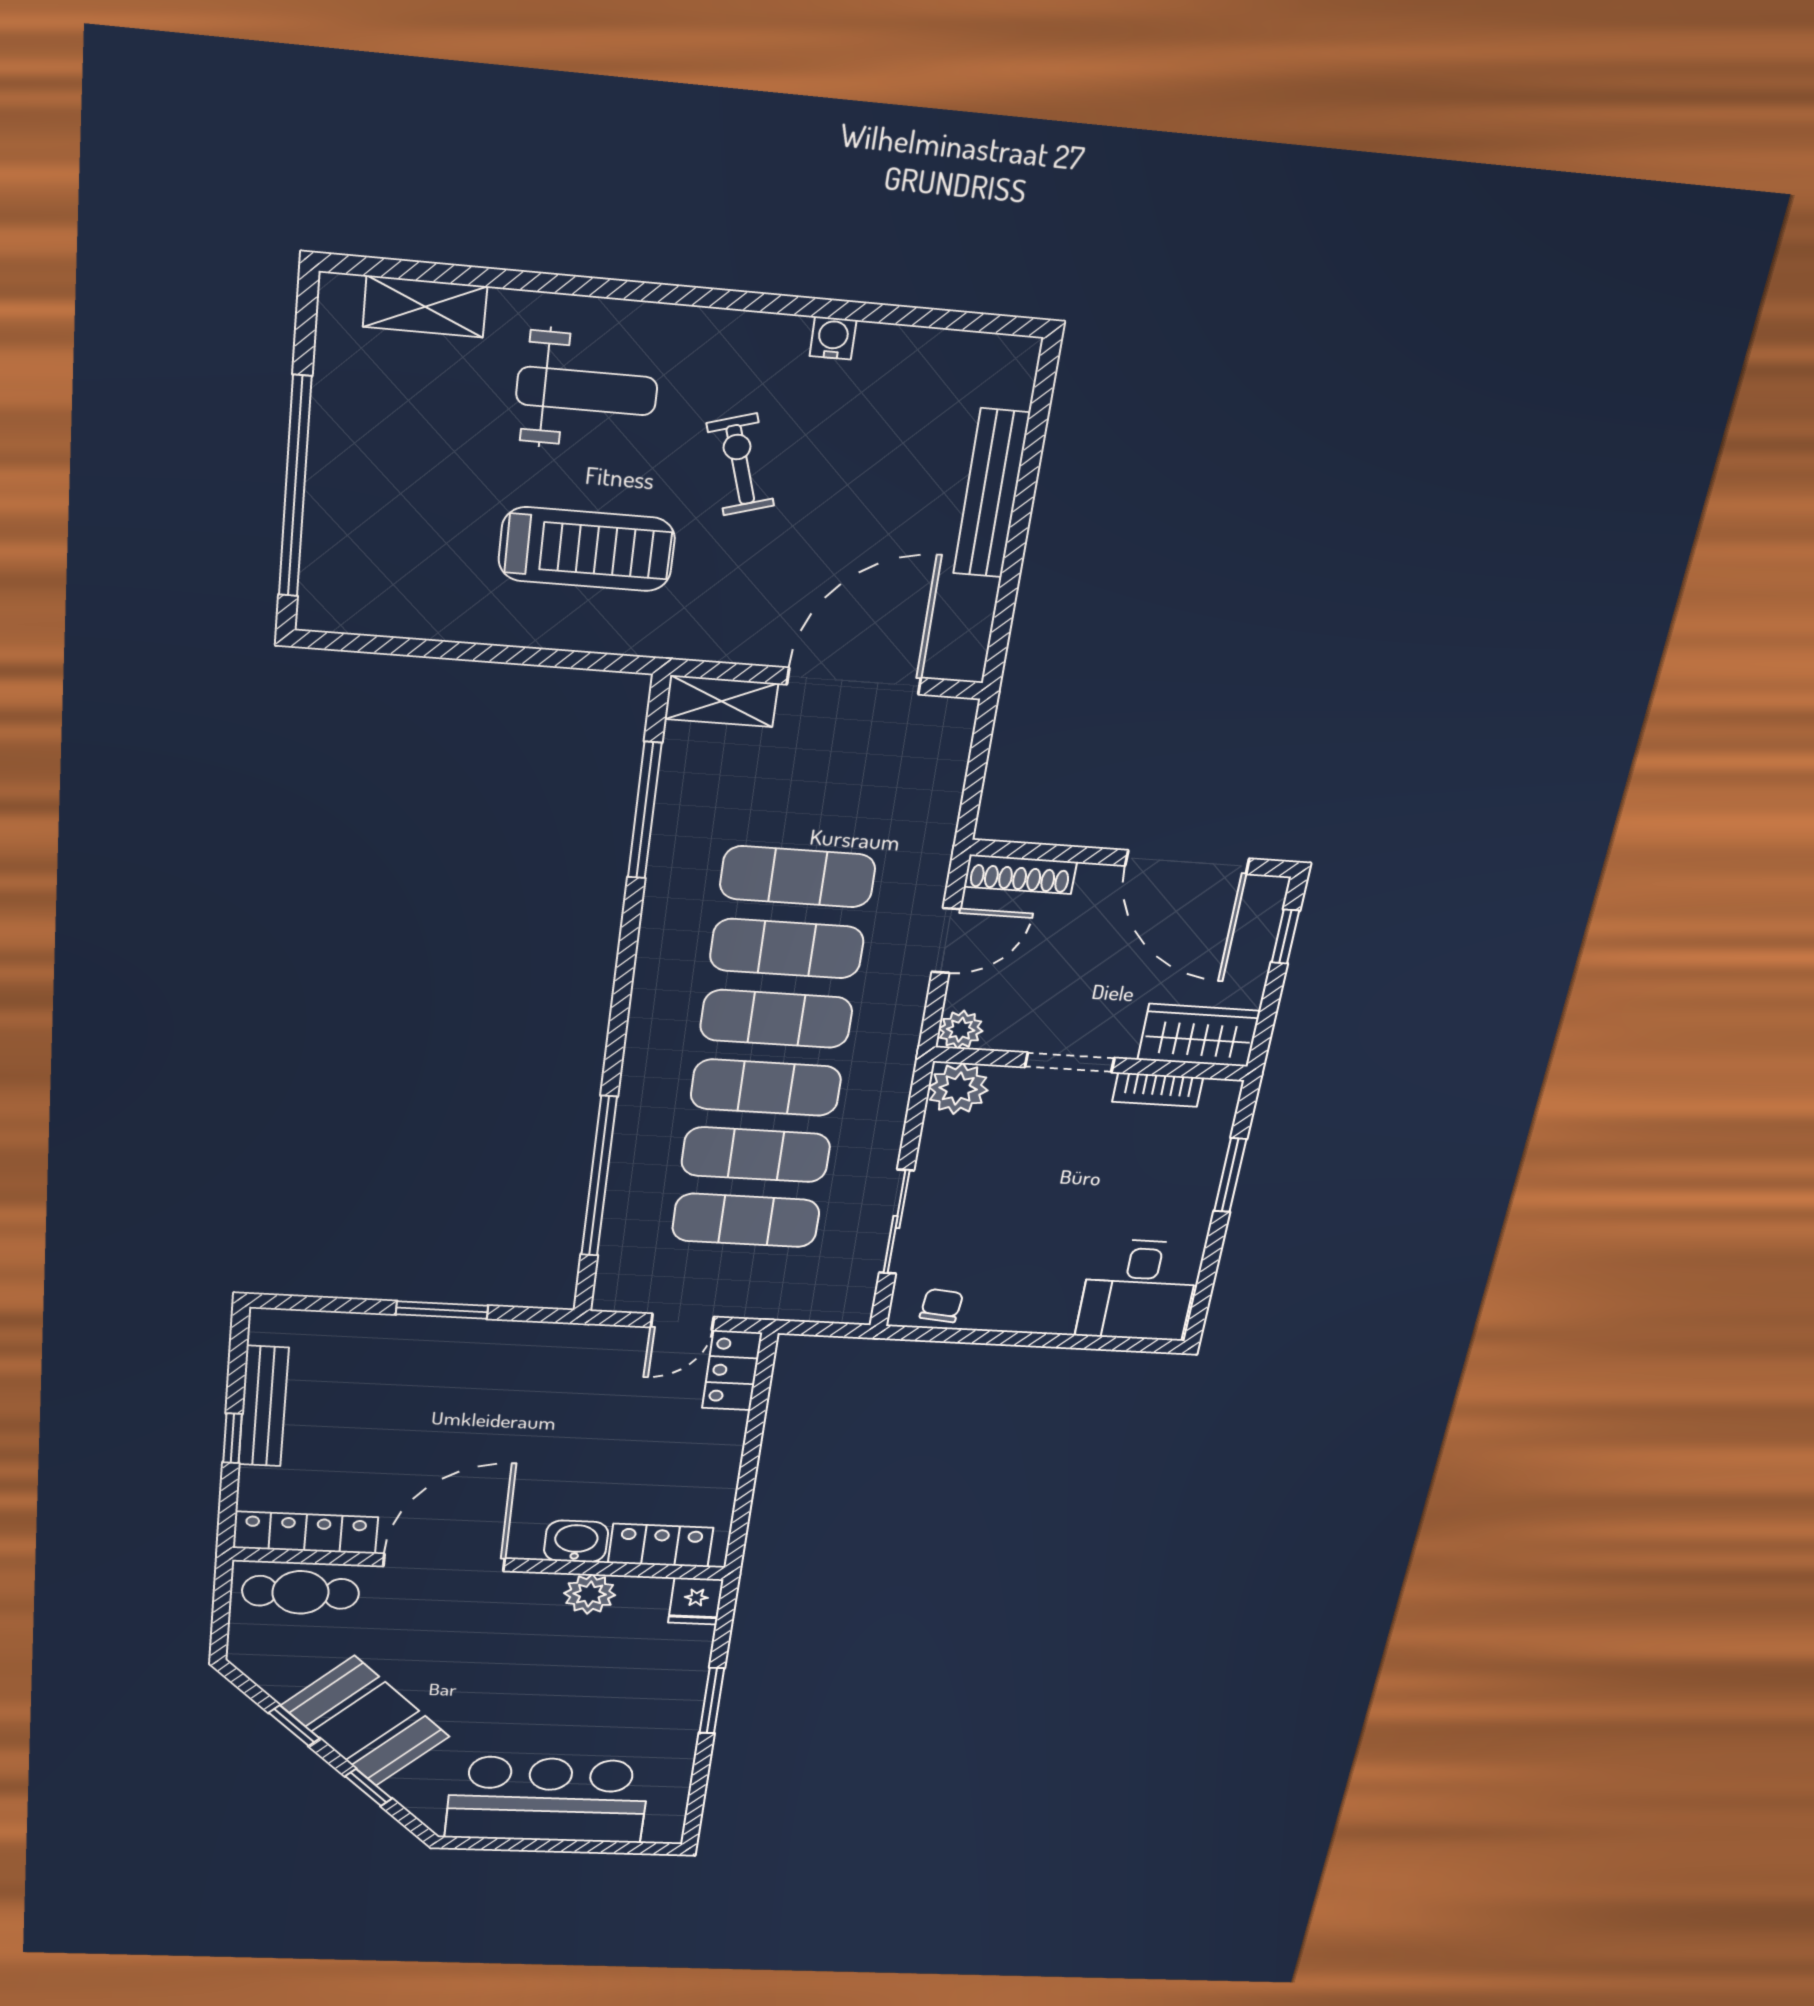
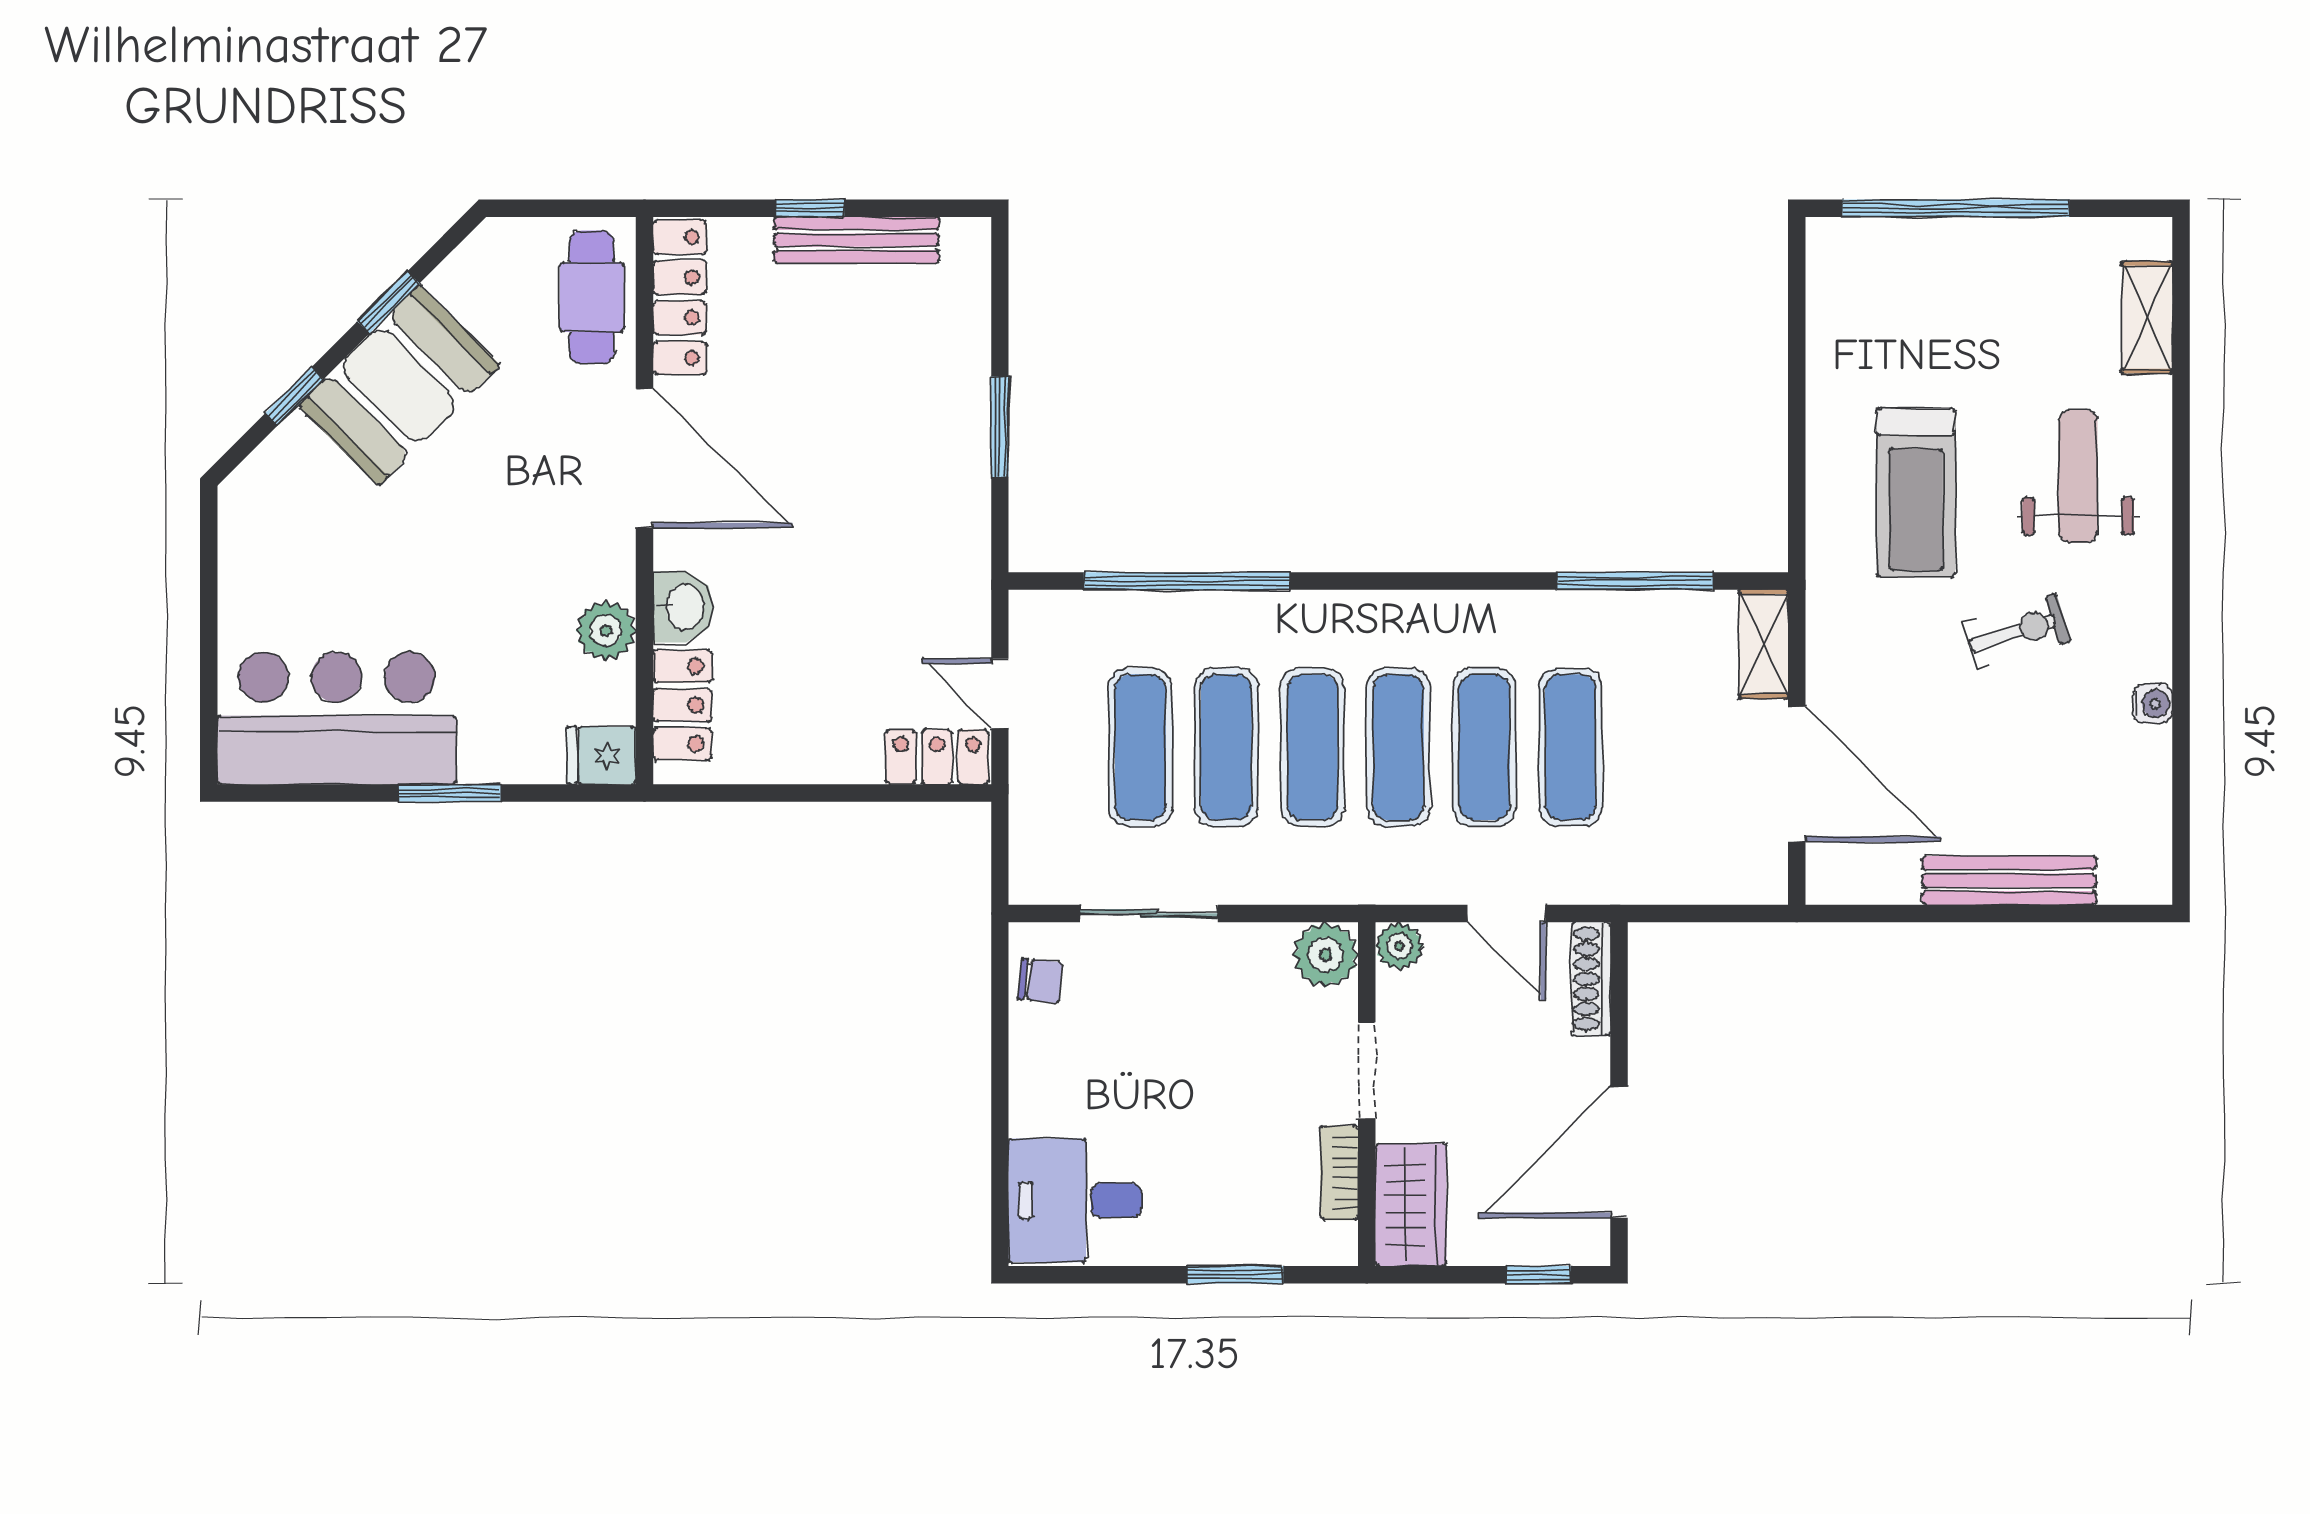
weight bench: (587, 391) -> (2078, 476), turned 180
bar counter: (548, 1800) -> (337, 718), moved, turned -90

